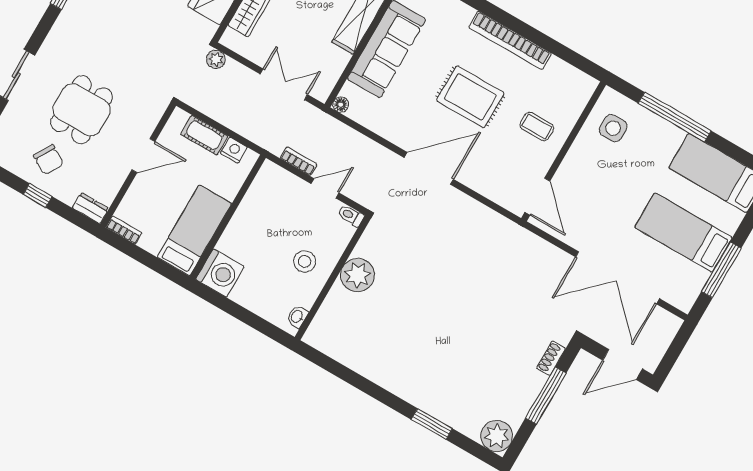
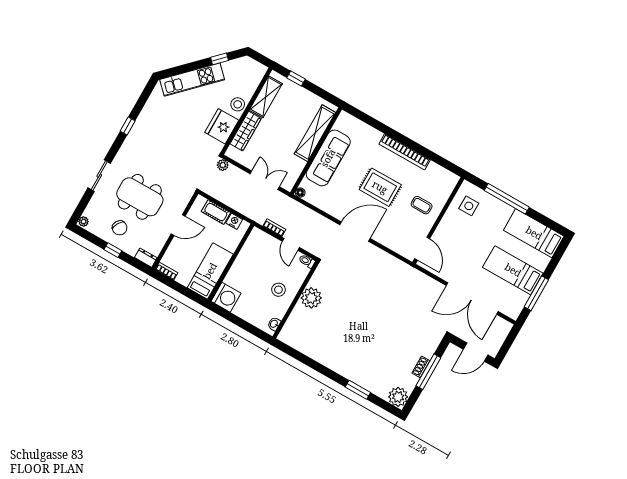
dining table: (82, 110) -> (140, 197), width x1.37
door: (325, 188) -> (291, 244), swing flipped
shoe rack: (551, 358) -> (421, 367), moved

